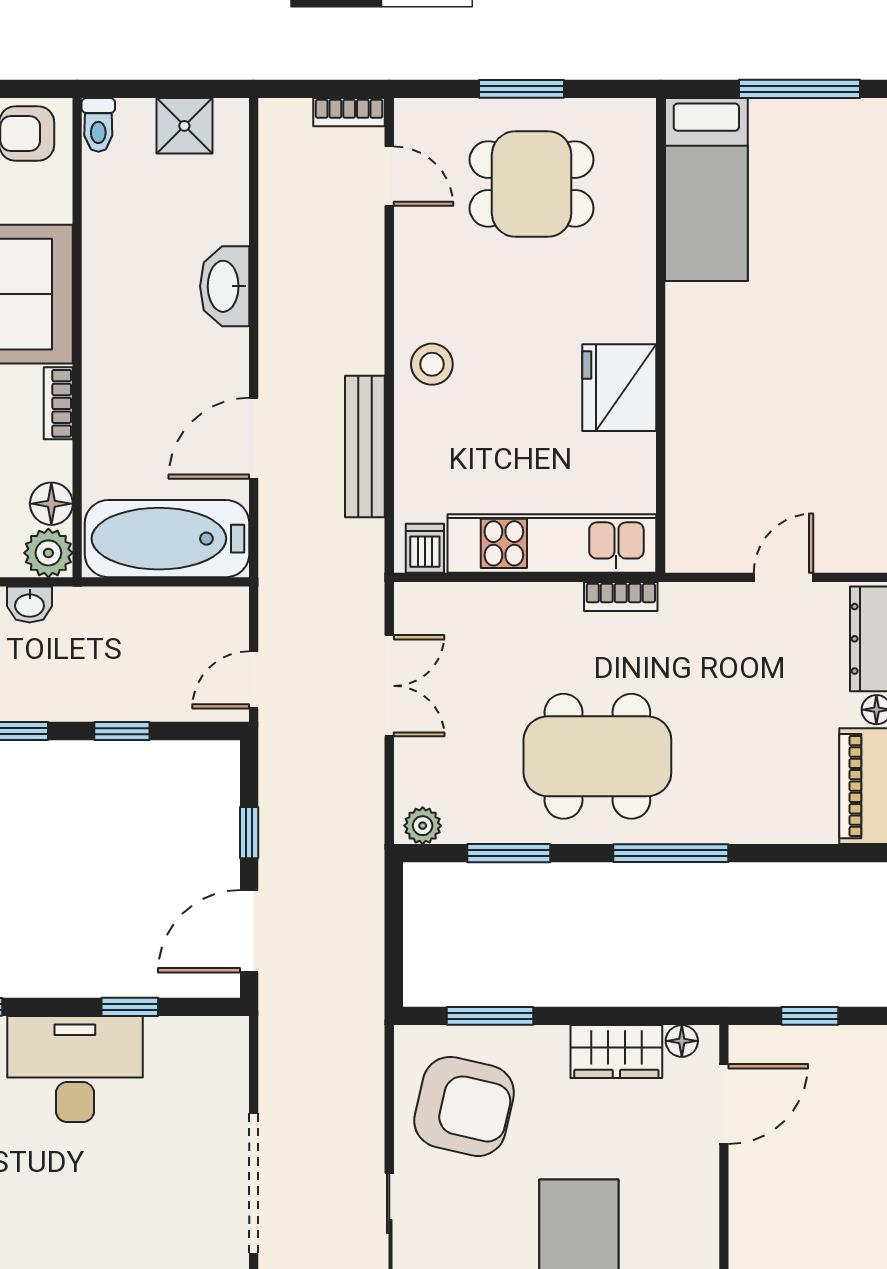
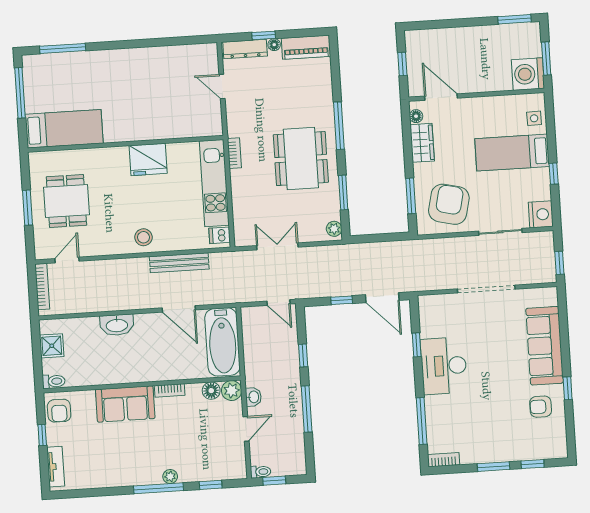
bookcase: (349, 112) -> (42, 286), width x1.56

